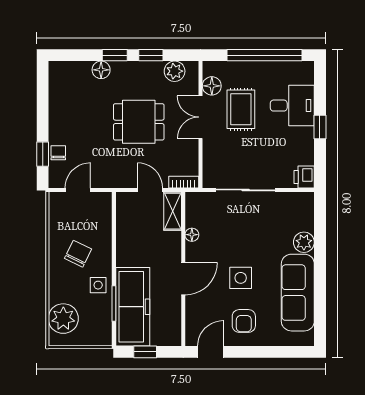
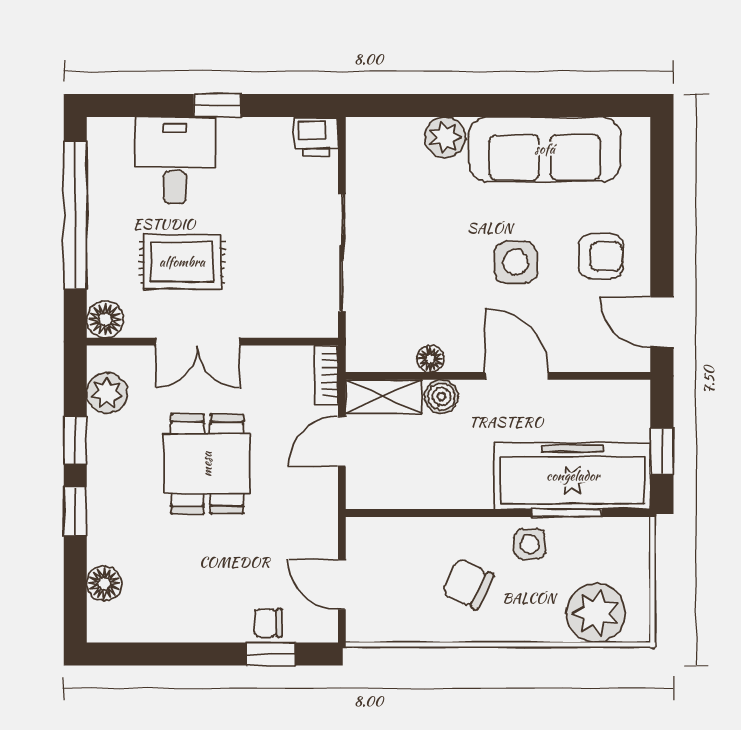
floor lamp: (101, 70) -> (104, 584), moved
floor lamp: (212, 86) -> (105, 319), moved
boiler: (173, 240) -> (441, 397), added

